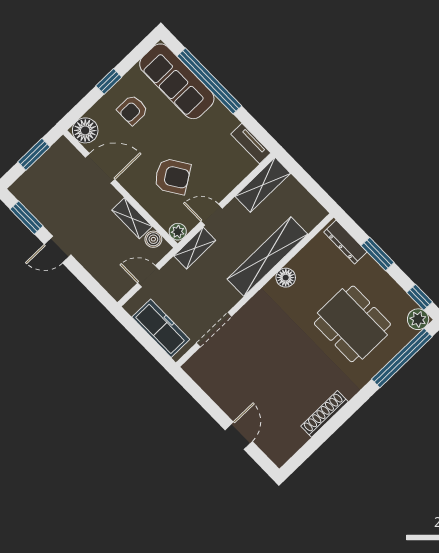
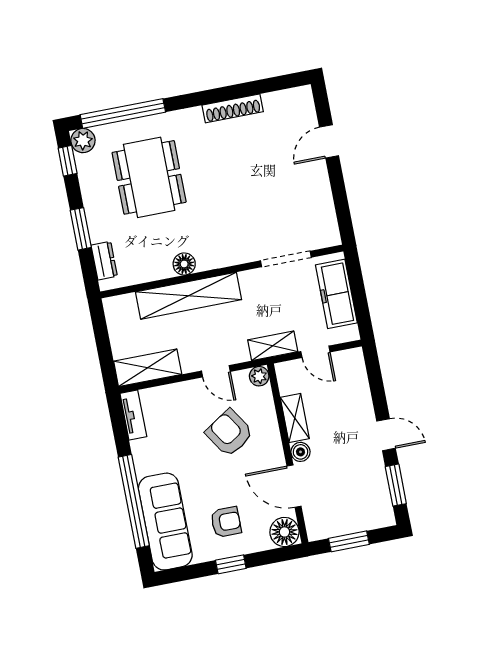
boiler: (153, 239) -> (300, 452), moved
dresser: (345, 242) -> (104, 261), width x0.70
shelving: (195, 248) -> (273, 346), moved

